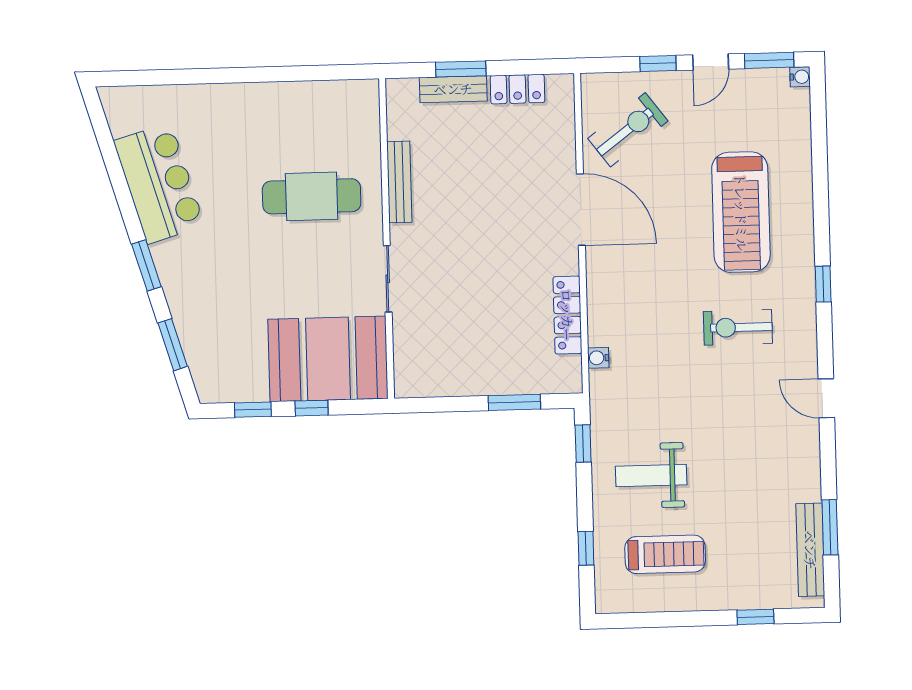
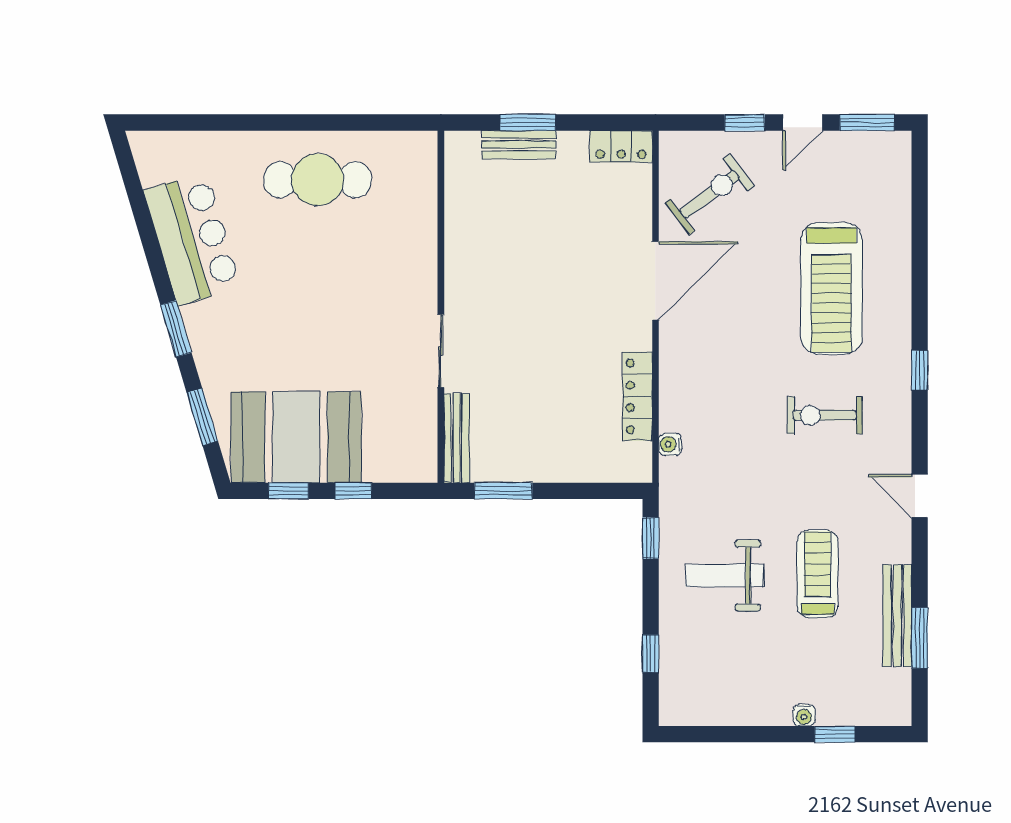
water cooler: (800, 77) -> (804, 715), moved, turned 90
locker: (518, 89) -> (621, 146), moved
bench: (399, 182) -> (457, 438), moved
cafe table: (312, 196) -> (318, 180), moved
door: (581, 210) -> (655, 281), hinge flipped
booth: (328, 359) -> (296, 437), moved
window: (514, 402) -> (503, 491), moved
bench: (810, 550) -> (897, 616), moved
treadmill: (665, 554) -> (817, 574), moved, turned -90

